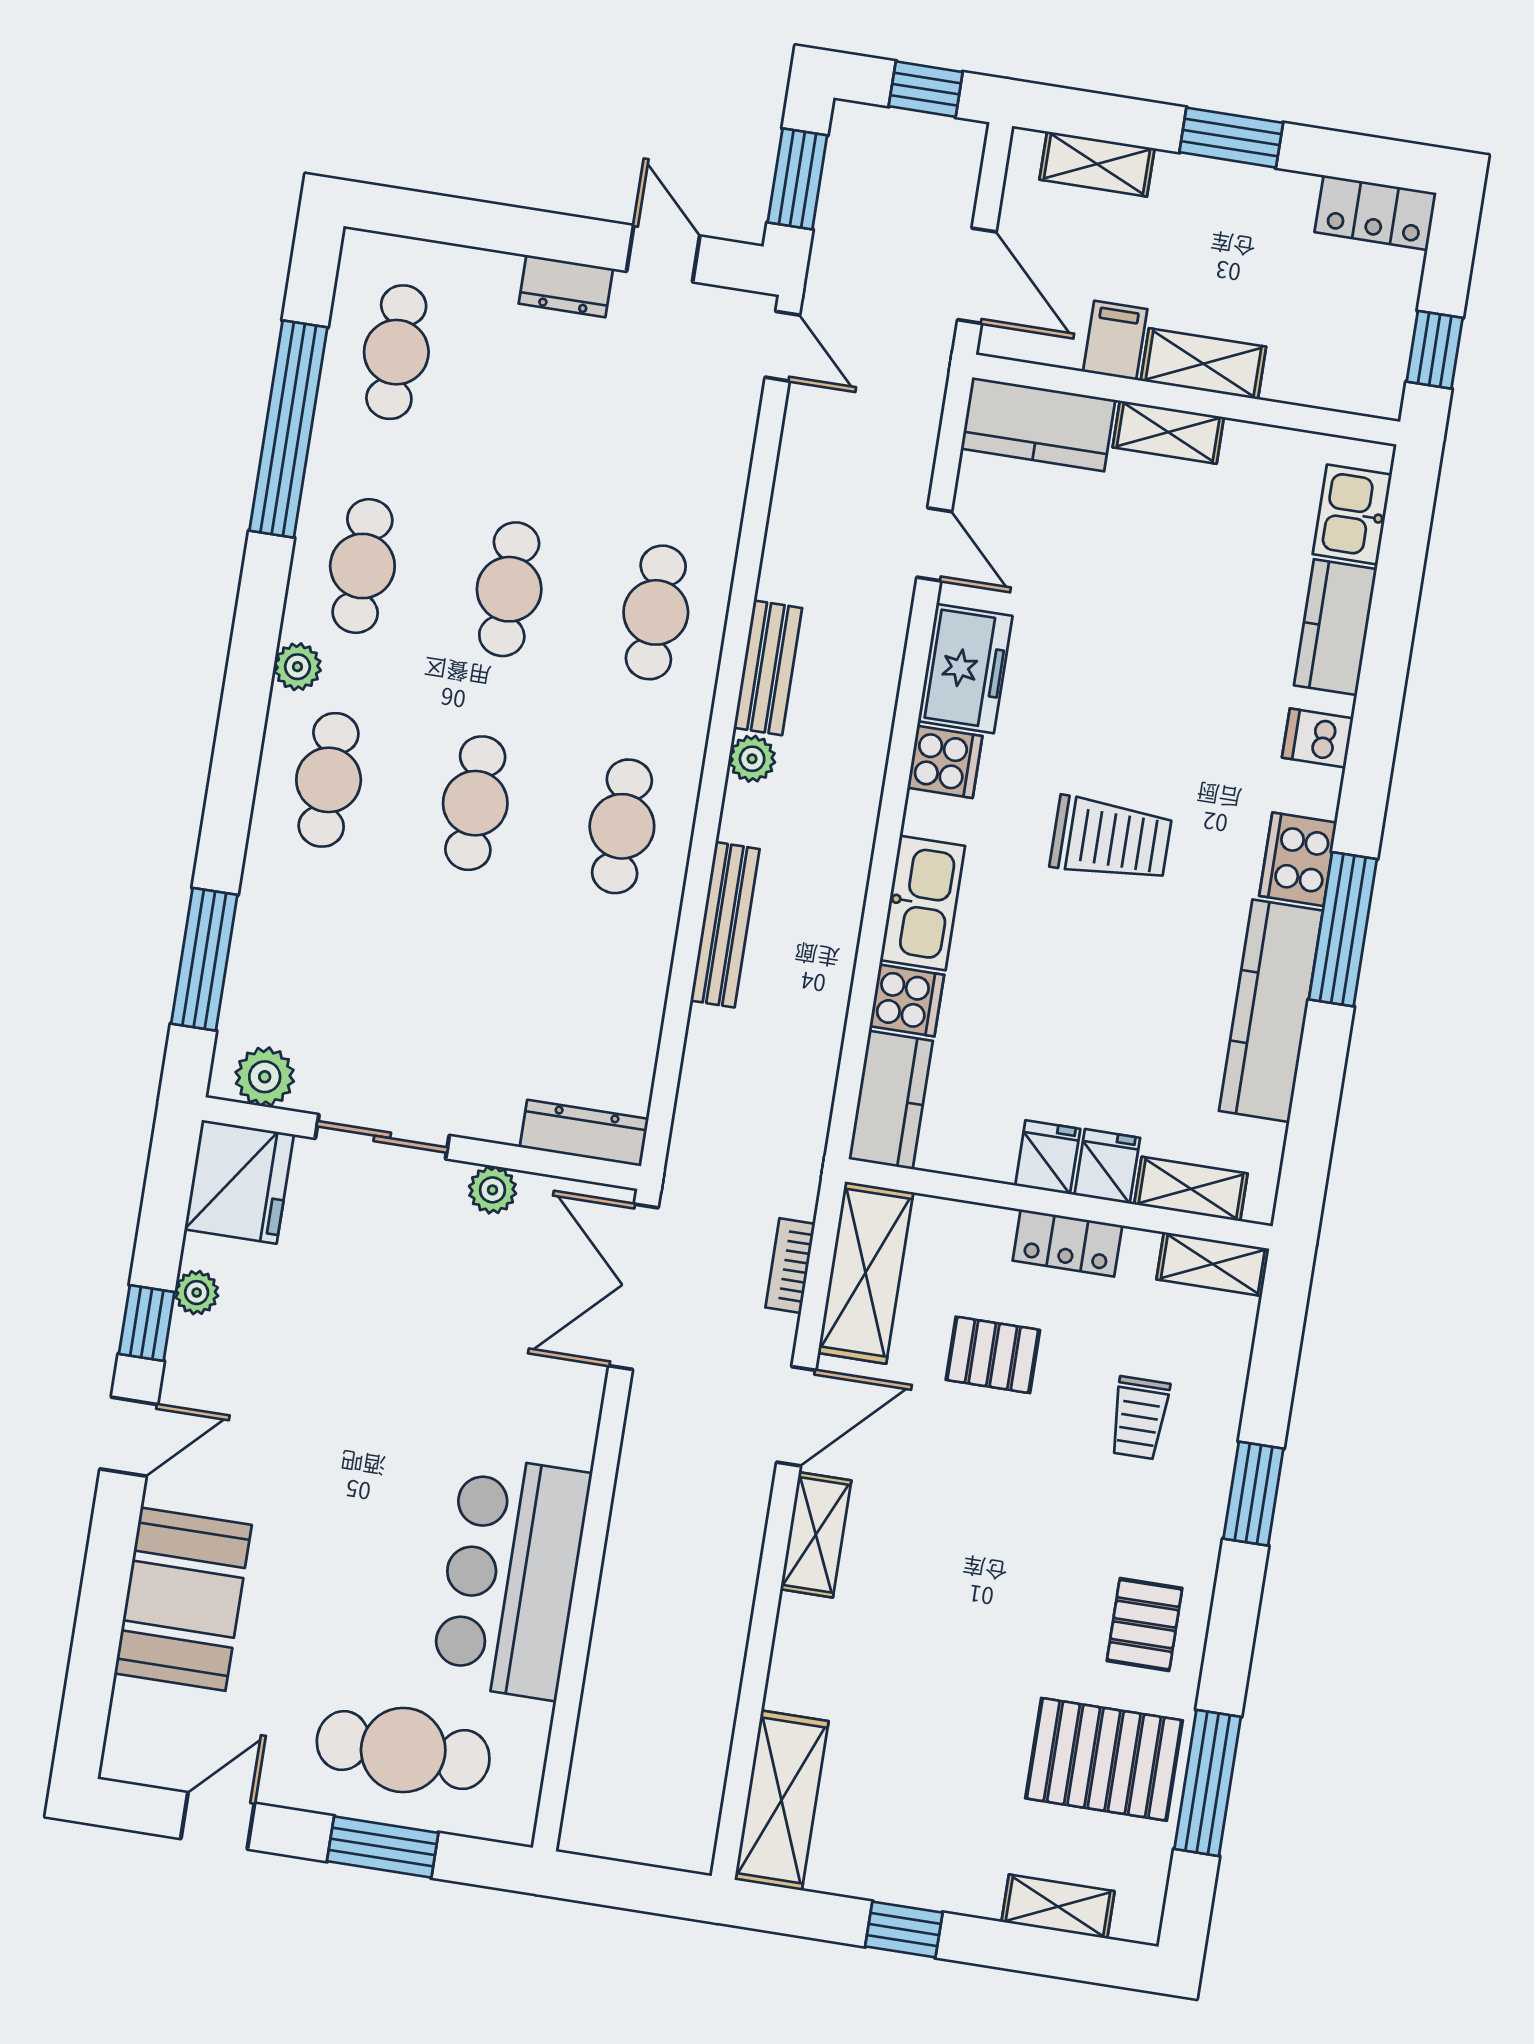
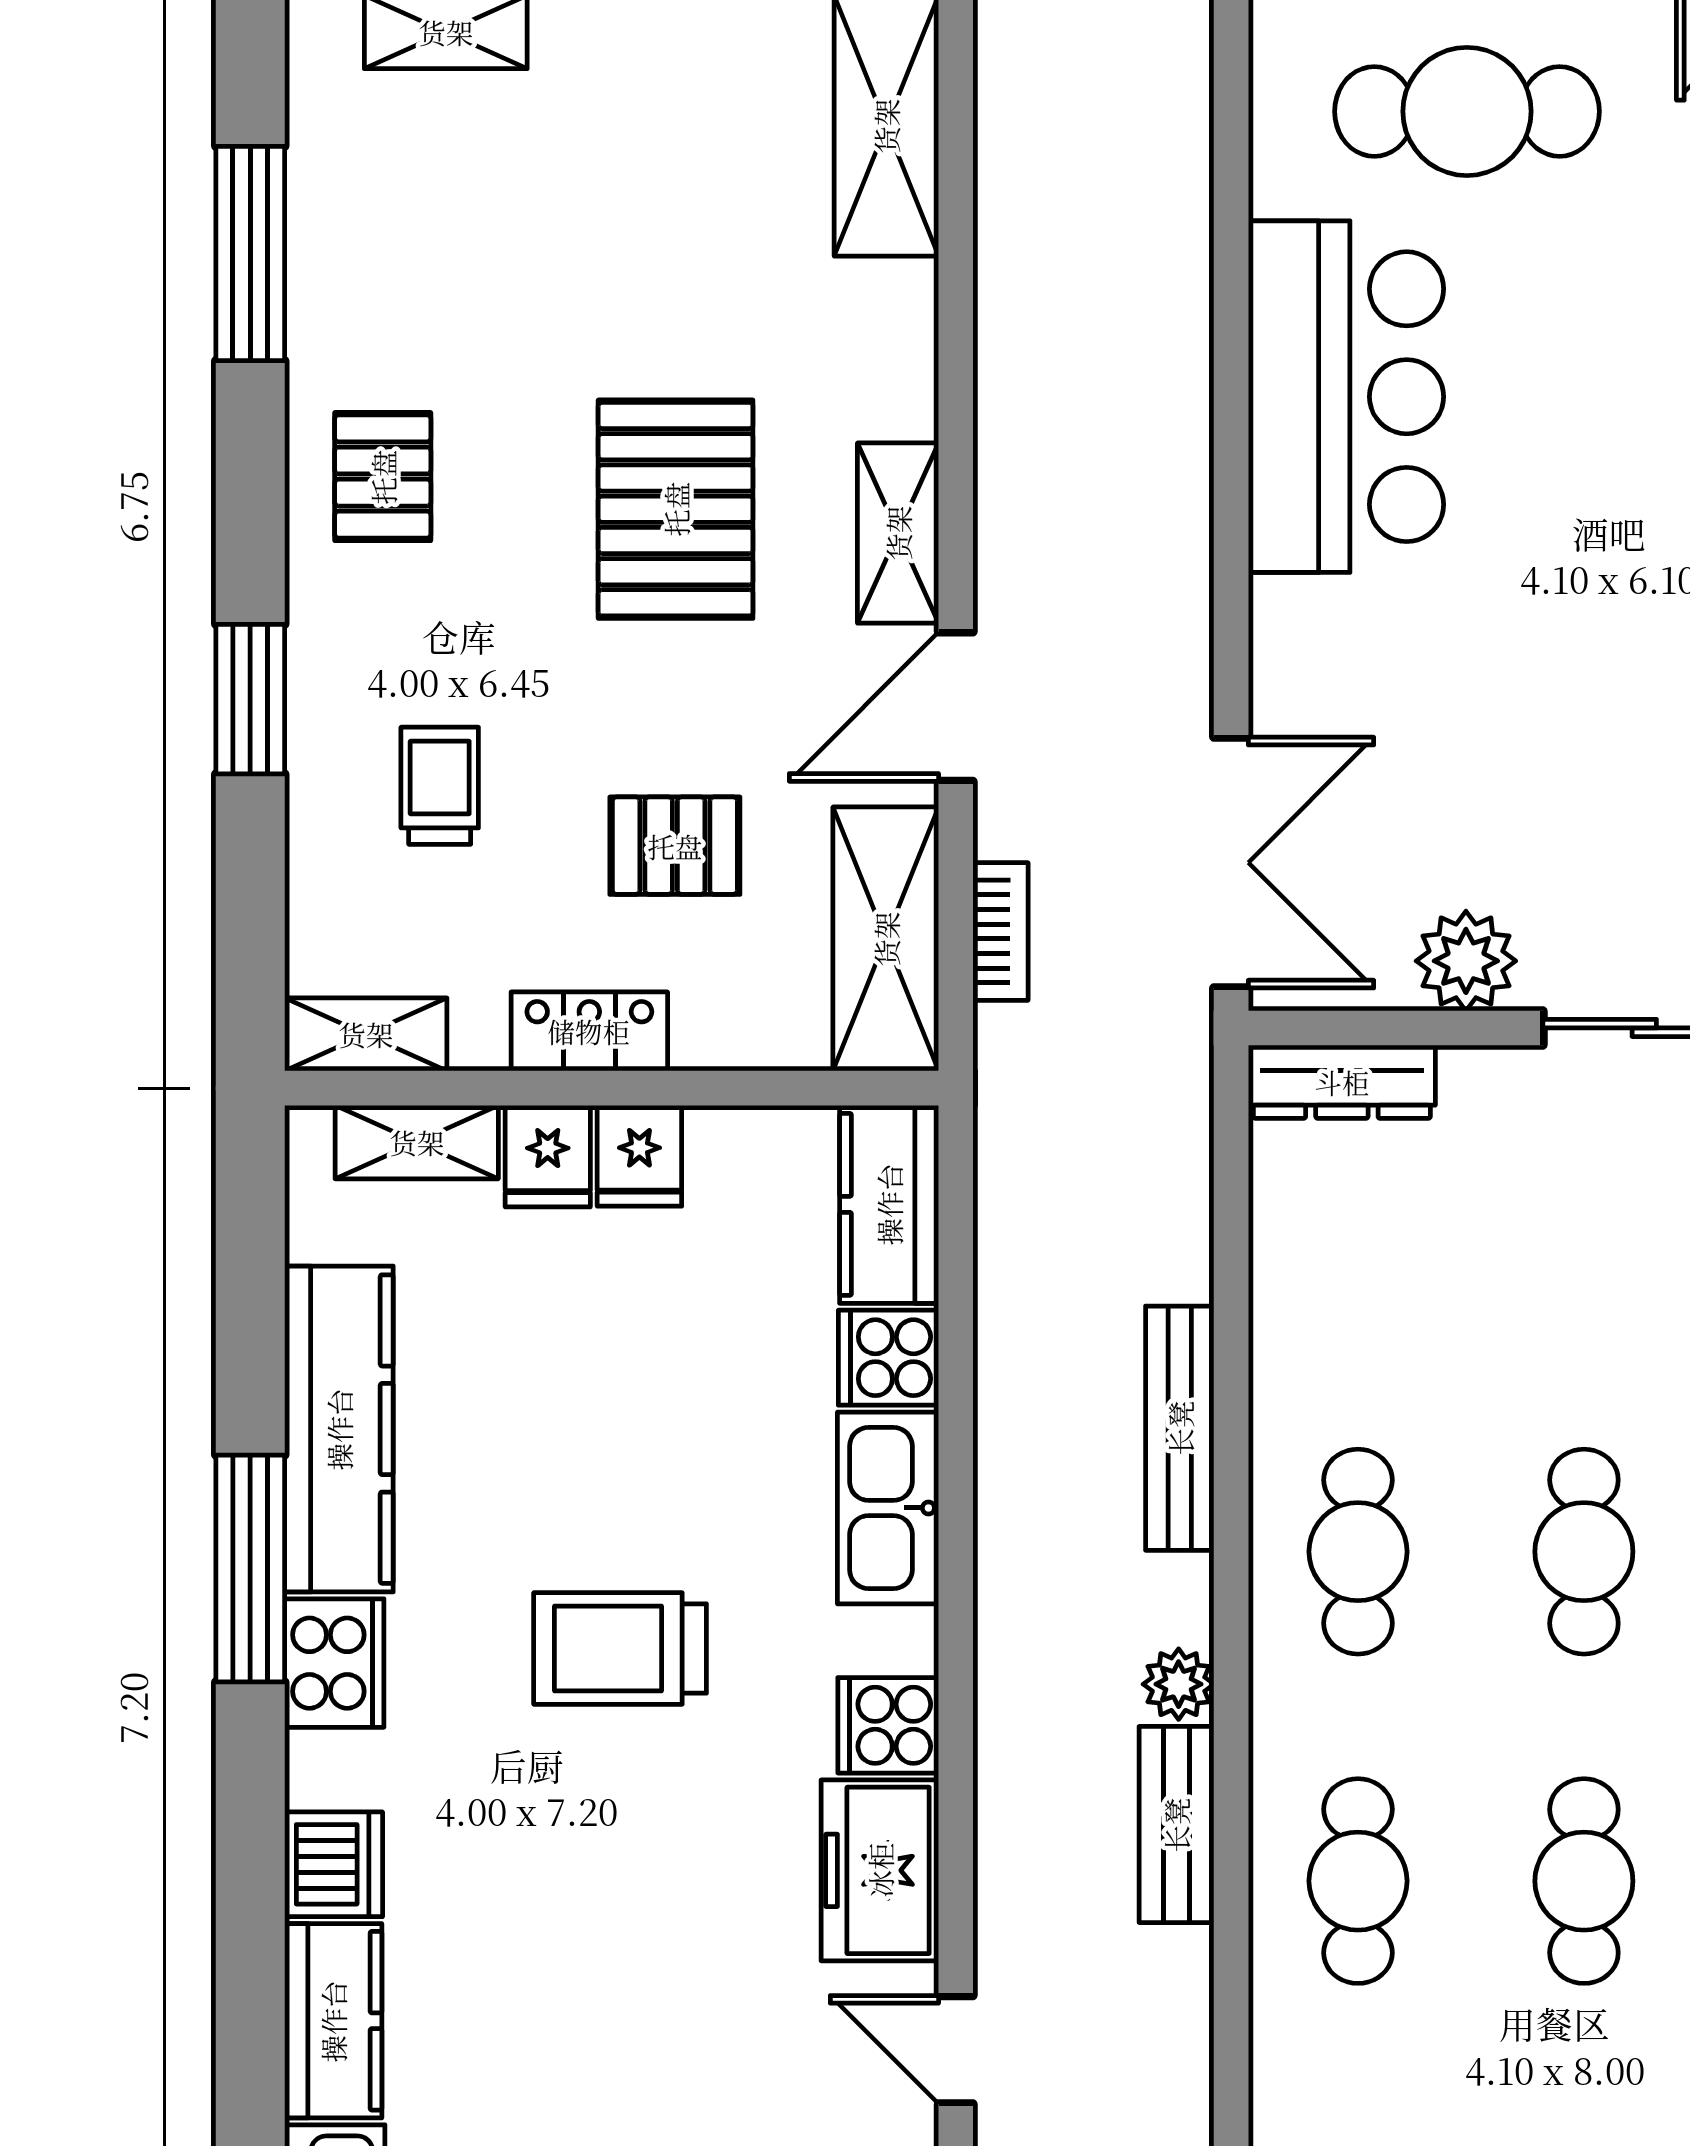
dishwasher: (1318, 738) -> (334, 1864), width x1.38
plant: (493, 1190) -> (1466, 961), width x1.38, depth x1.38
pallet: (1104, 1759) -> (676, 509), moved, turned 90

